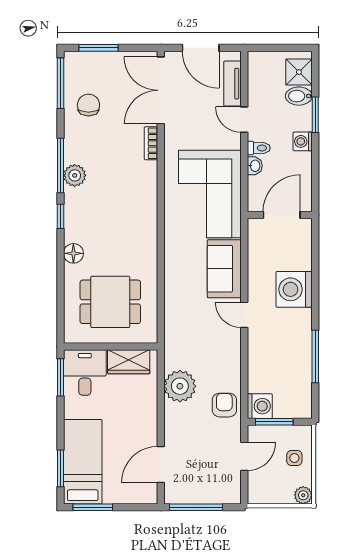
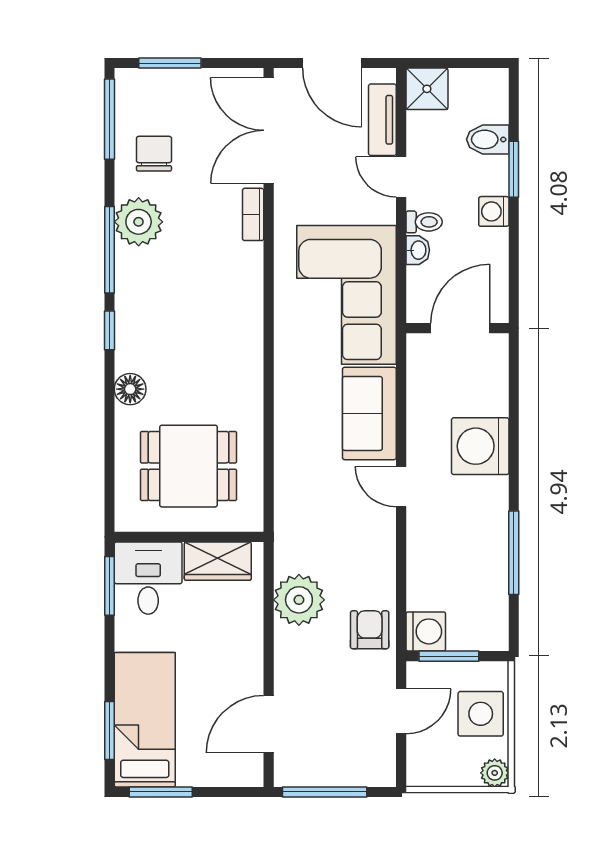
shower: (299, 72) -> (427, 89), moved
plant: (75, 175) -> (139, 222), moved, width x1.36, depth x1.36
side table: (294, 458) -> (481, 714), width x1.87, depth x1.87

